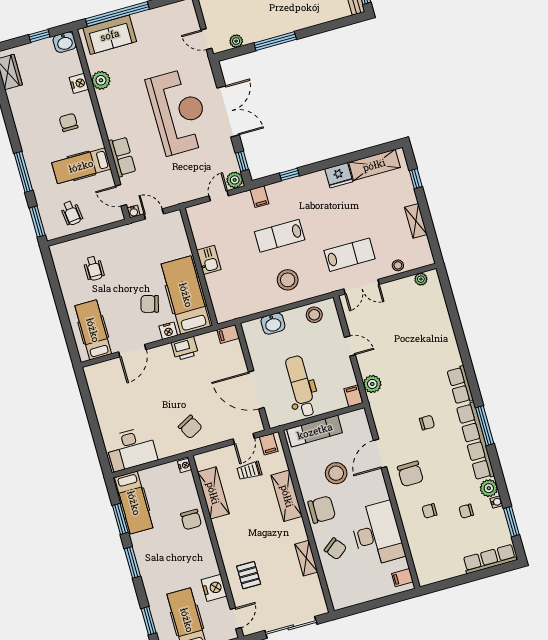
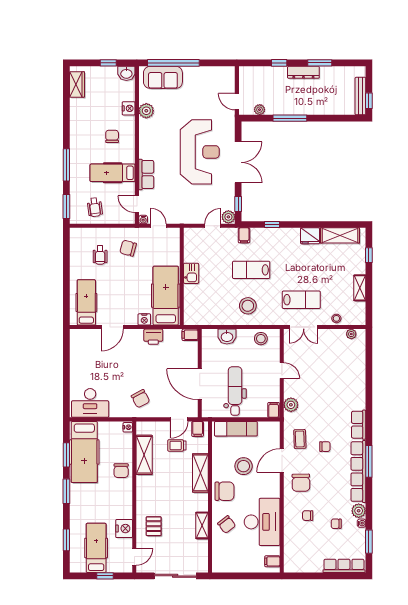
chair: (150, 304) -> (128, 248), moved
coffee table: (394, 422) -> (300, 439), added
hospital bed: (134, 503) -> (84, 452), width x1.37, depth x1.29

